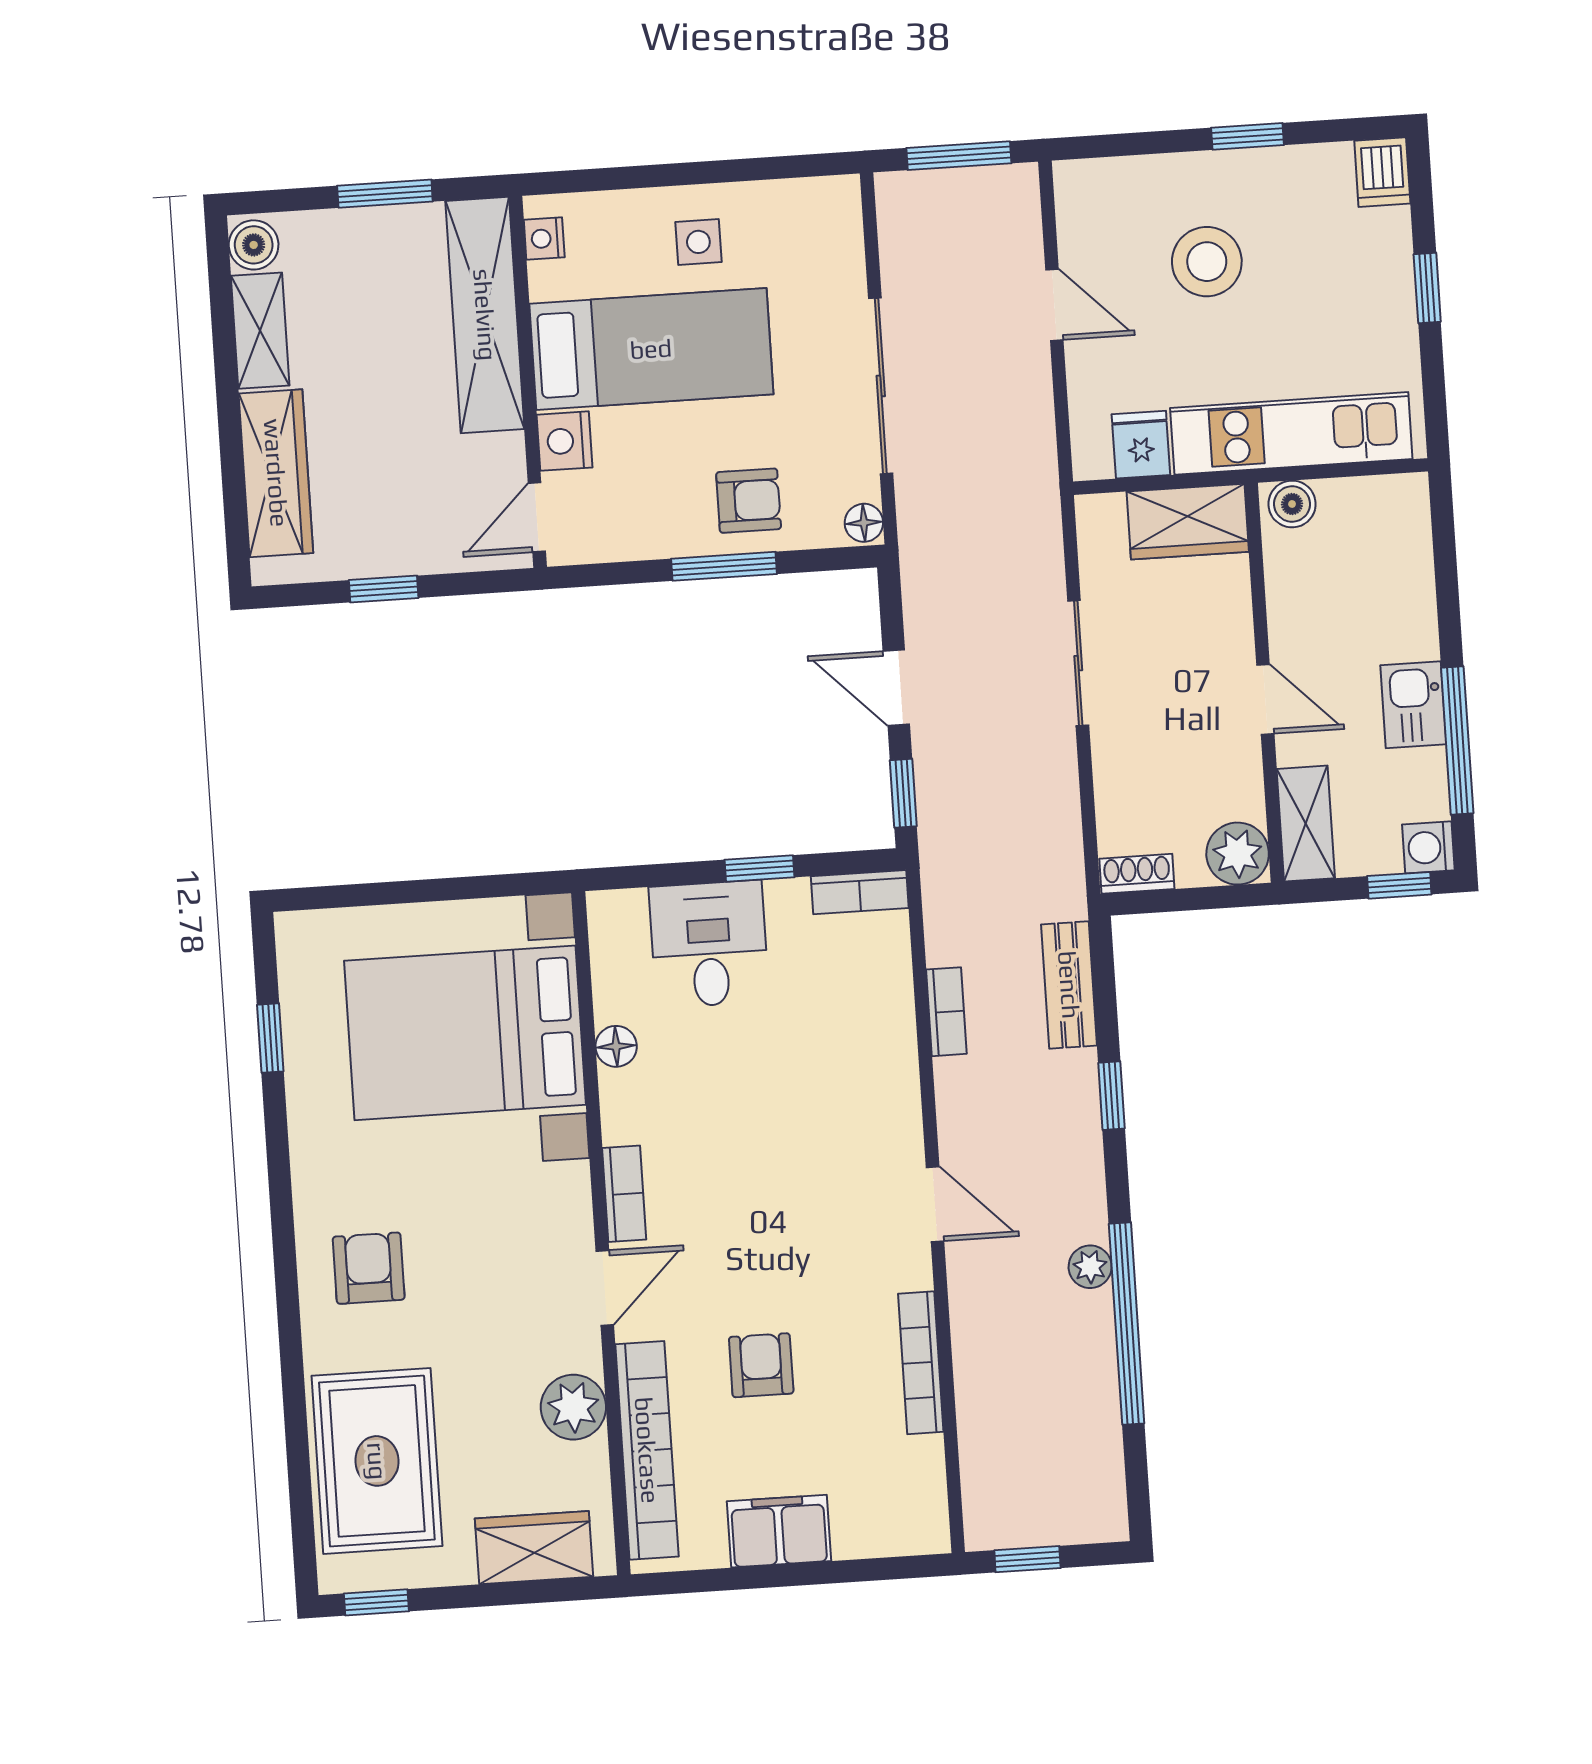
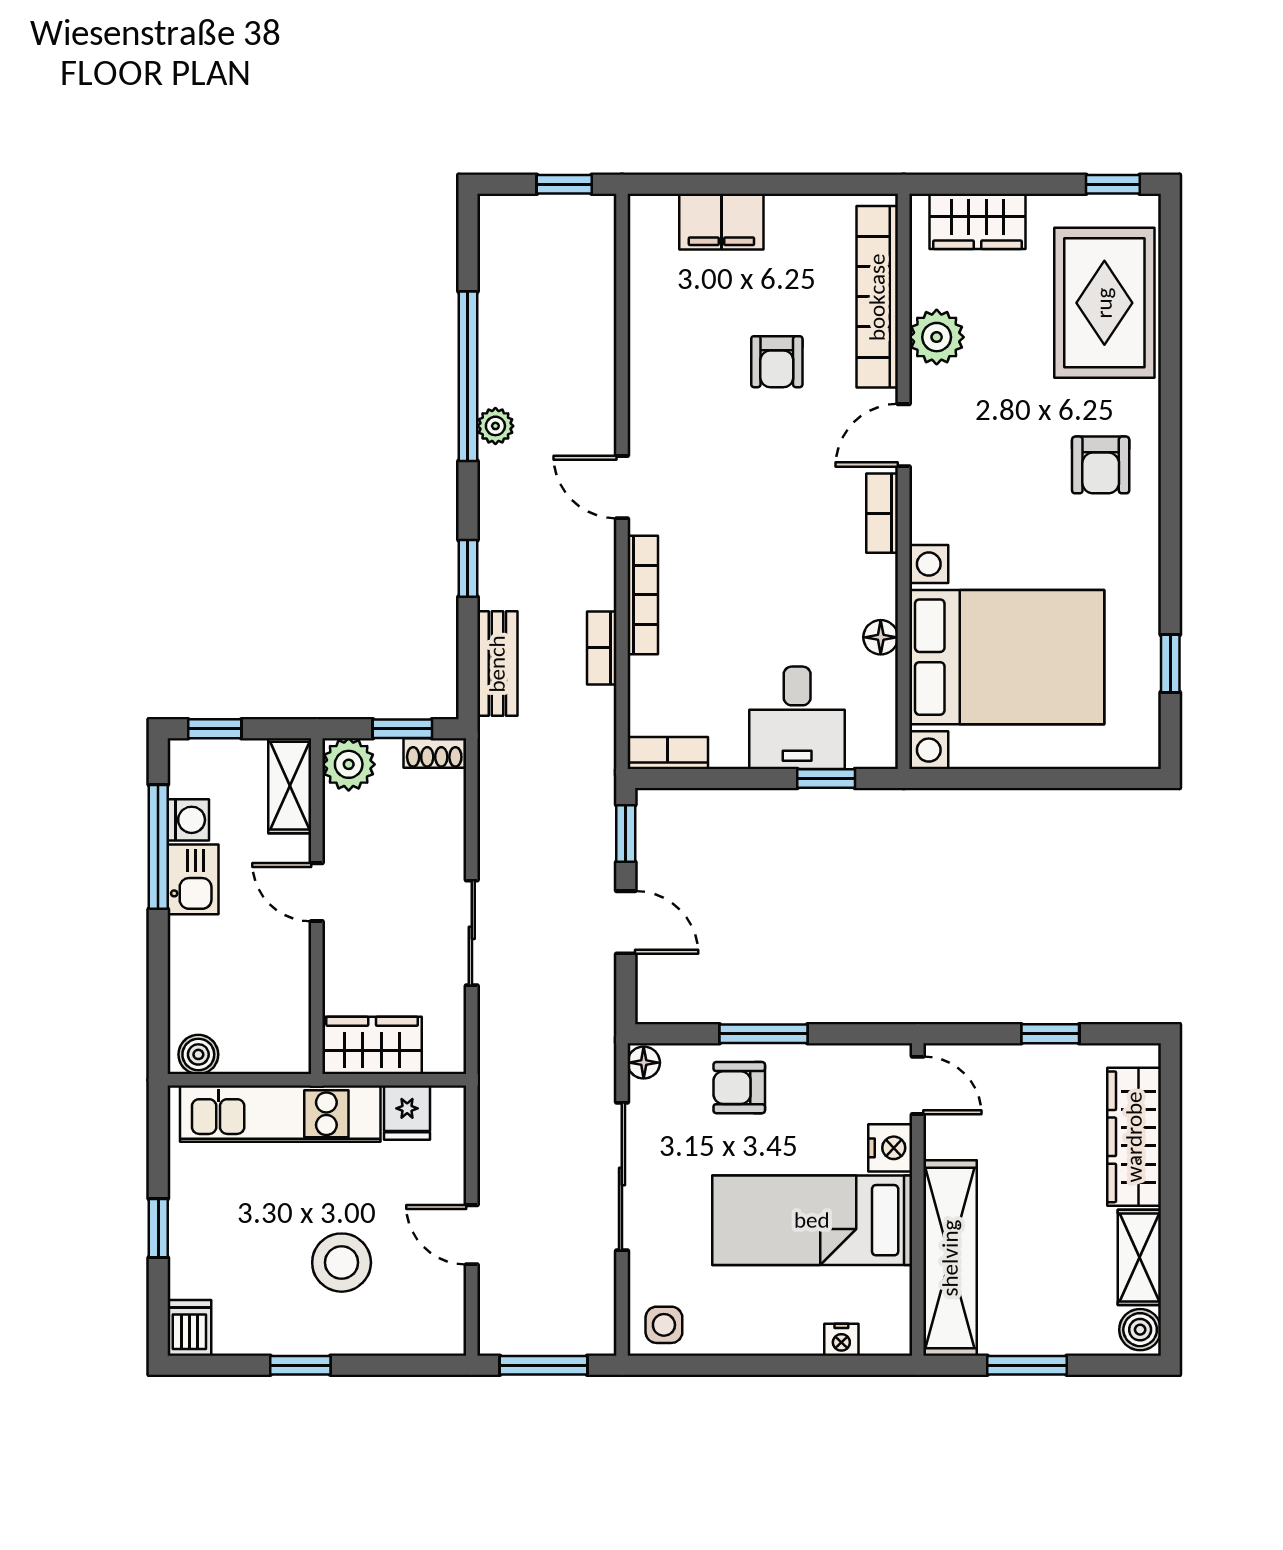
nightstand: (544, 239) -> (841, 1340), moved, turned 90
side table: (698, 242) -> (664, 1325), moved
boiler: (1292, 504) -> (198, 1054), moved
door: (537, 517) -> (918, 1085), hinge flipped
washing machine: (1428, 847) -> (188, 820), moved
window: (759, 868) -> (826, 778), moved
window: (1177, 900) -> (402, 729), added
bookcase: (921, 1363) -> (643, 595), moved
filing cabinet: (779, 1531) -> (721, 222), moved

